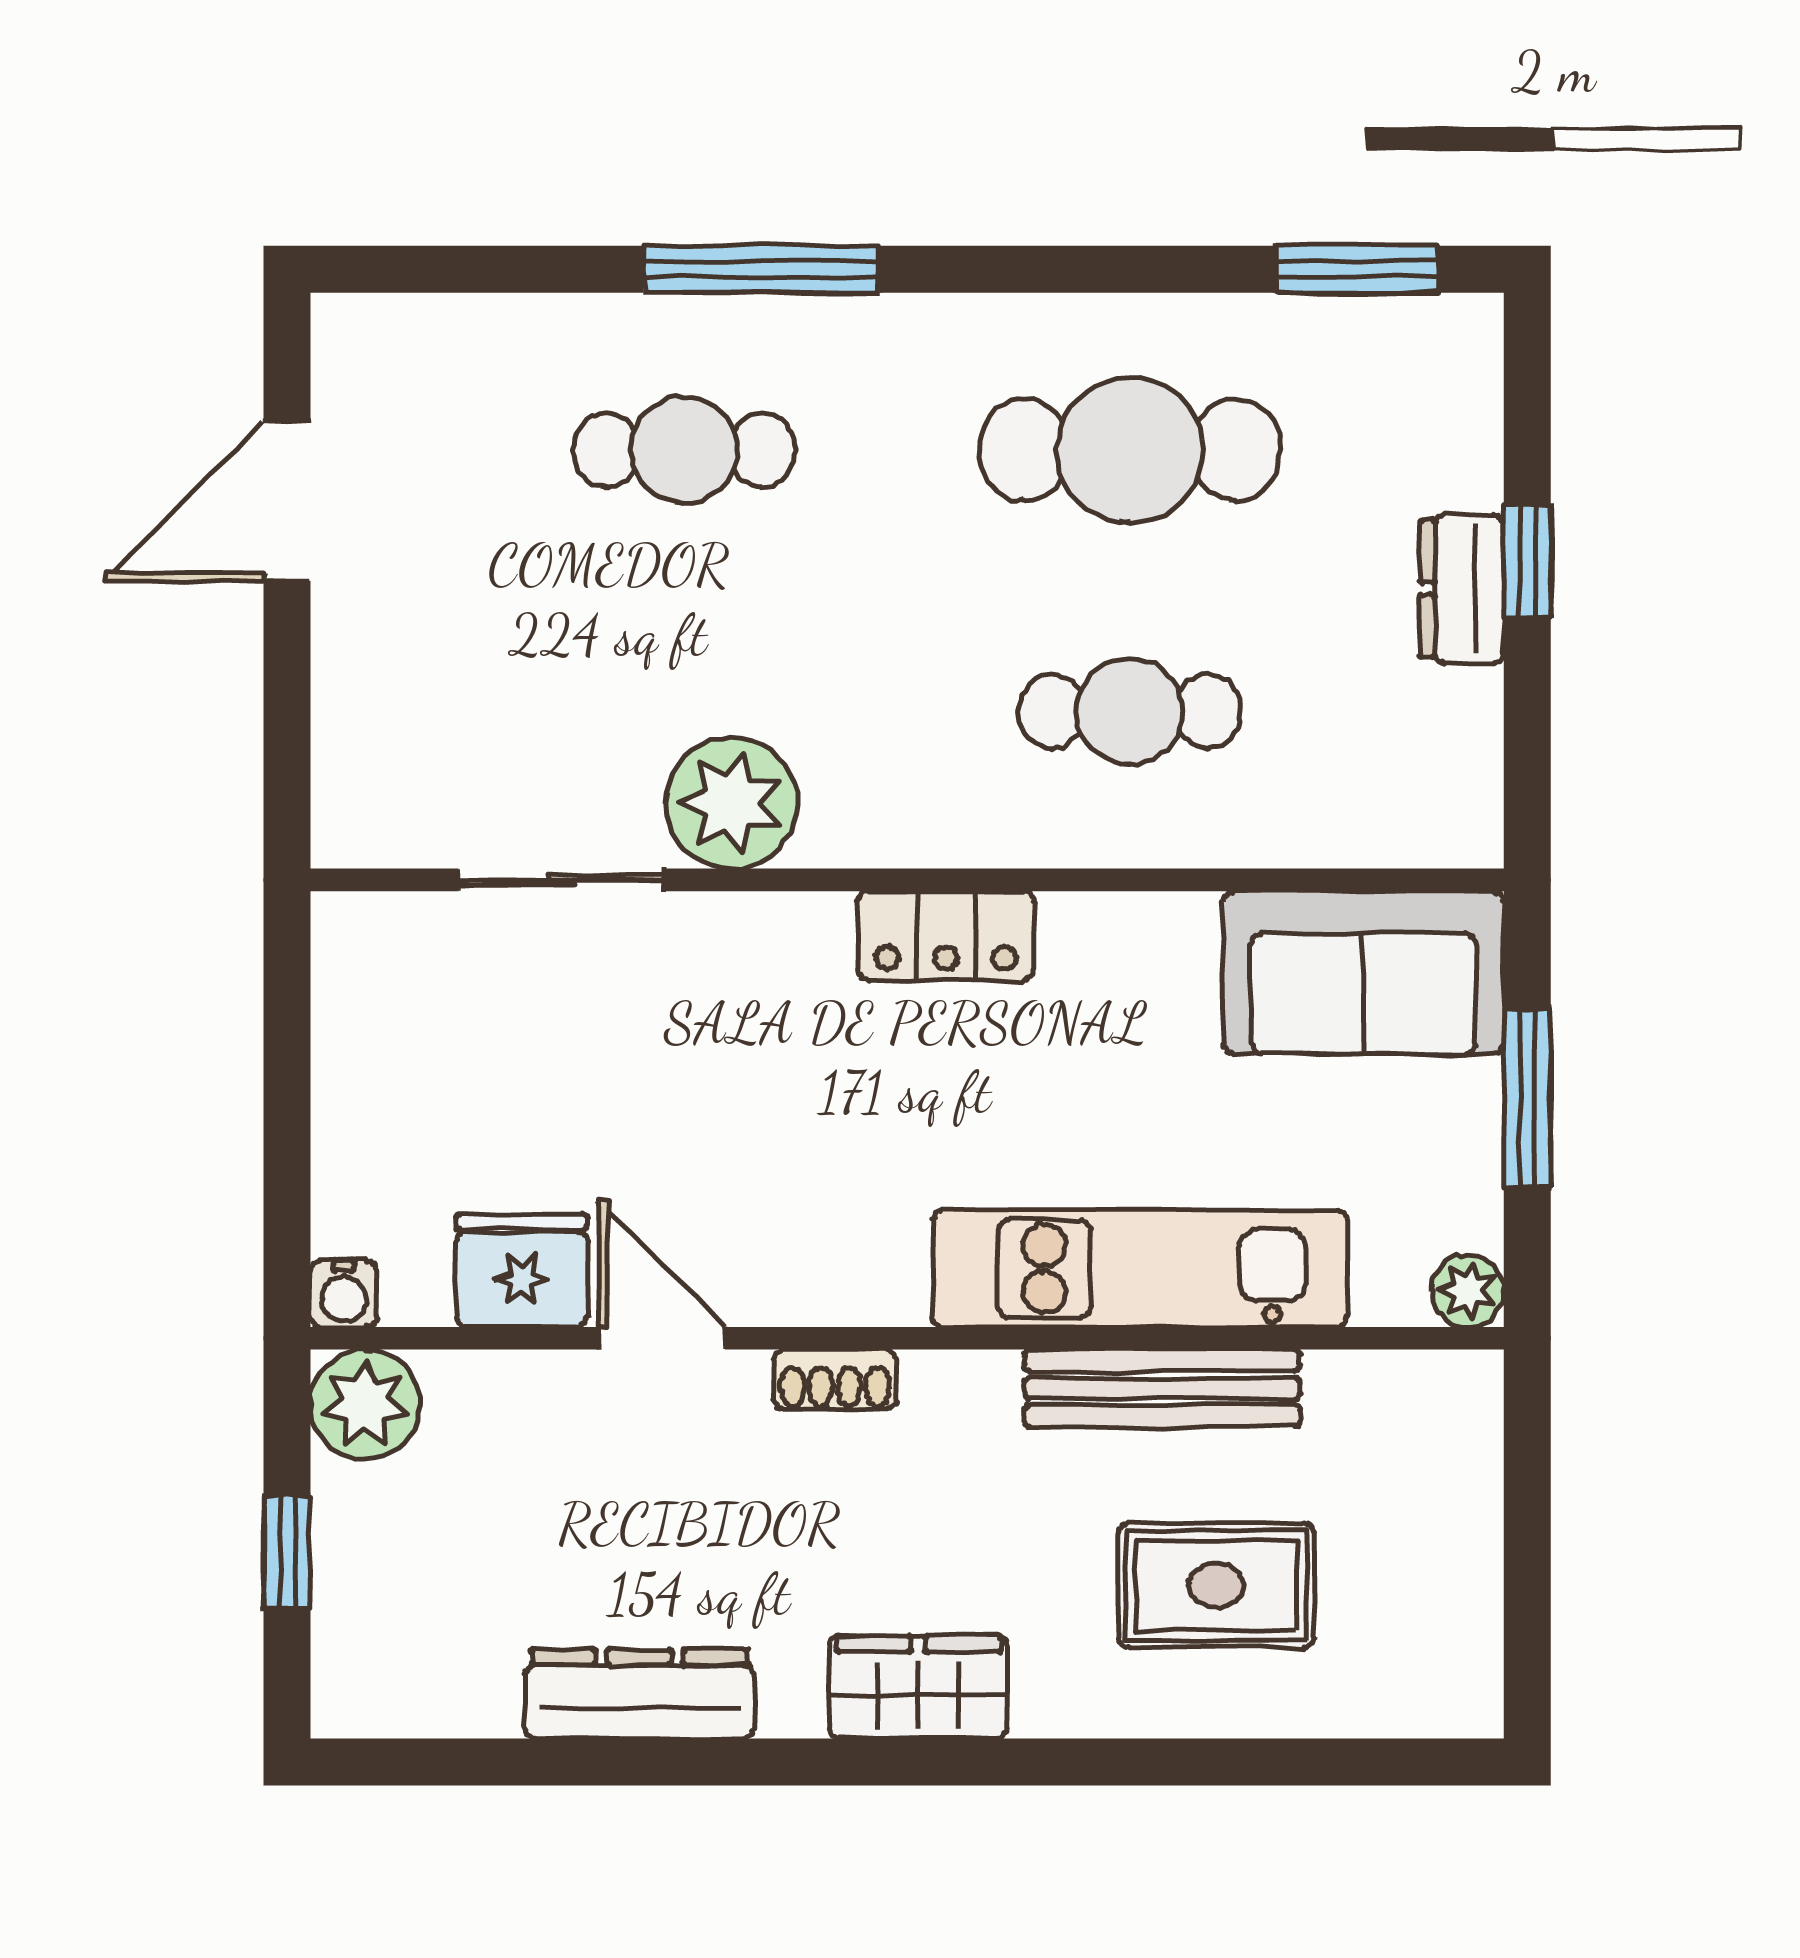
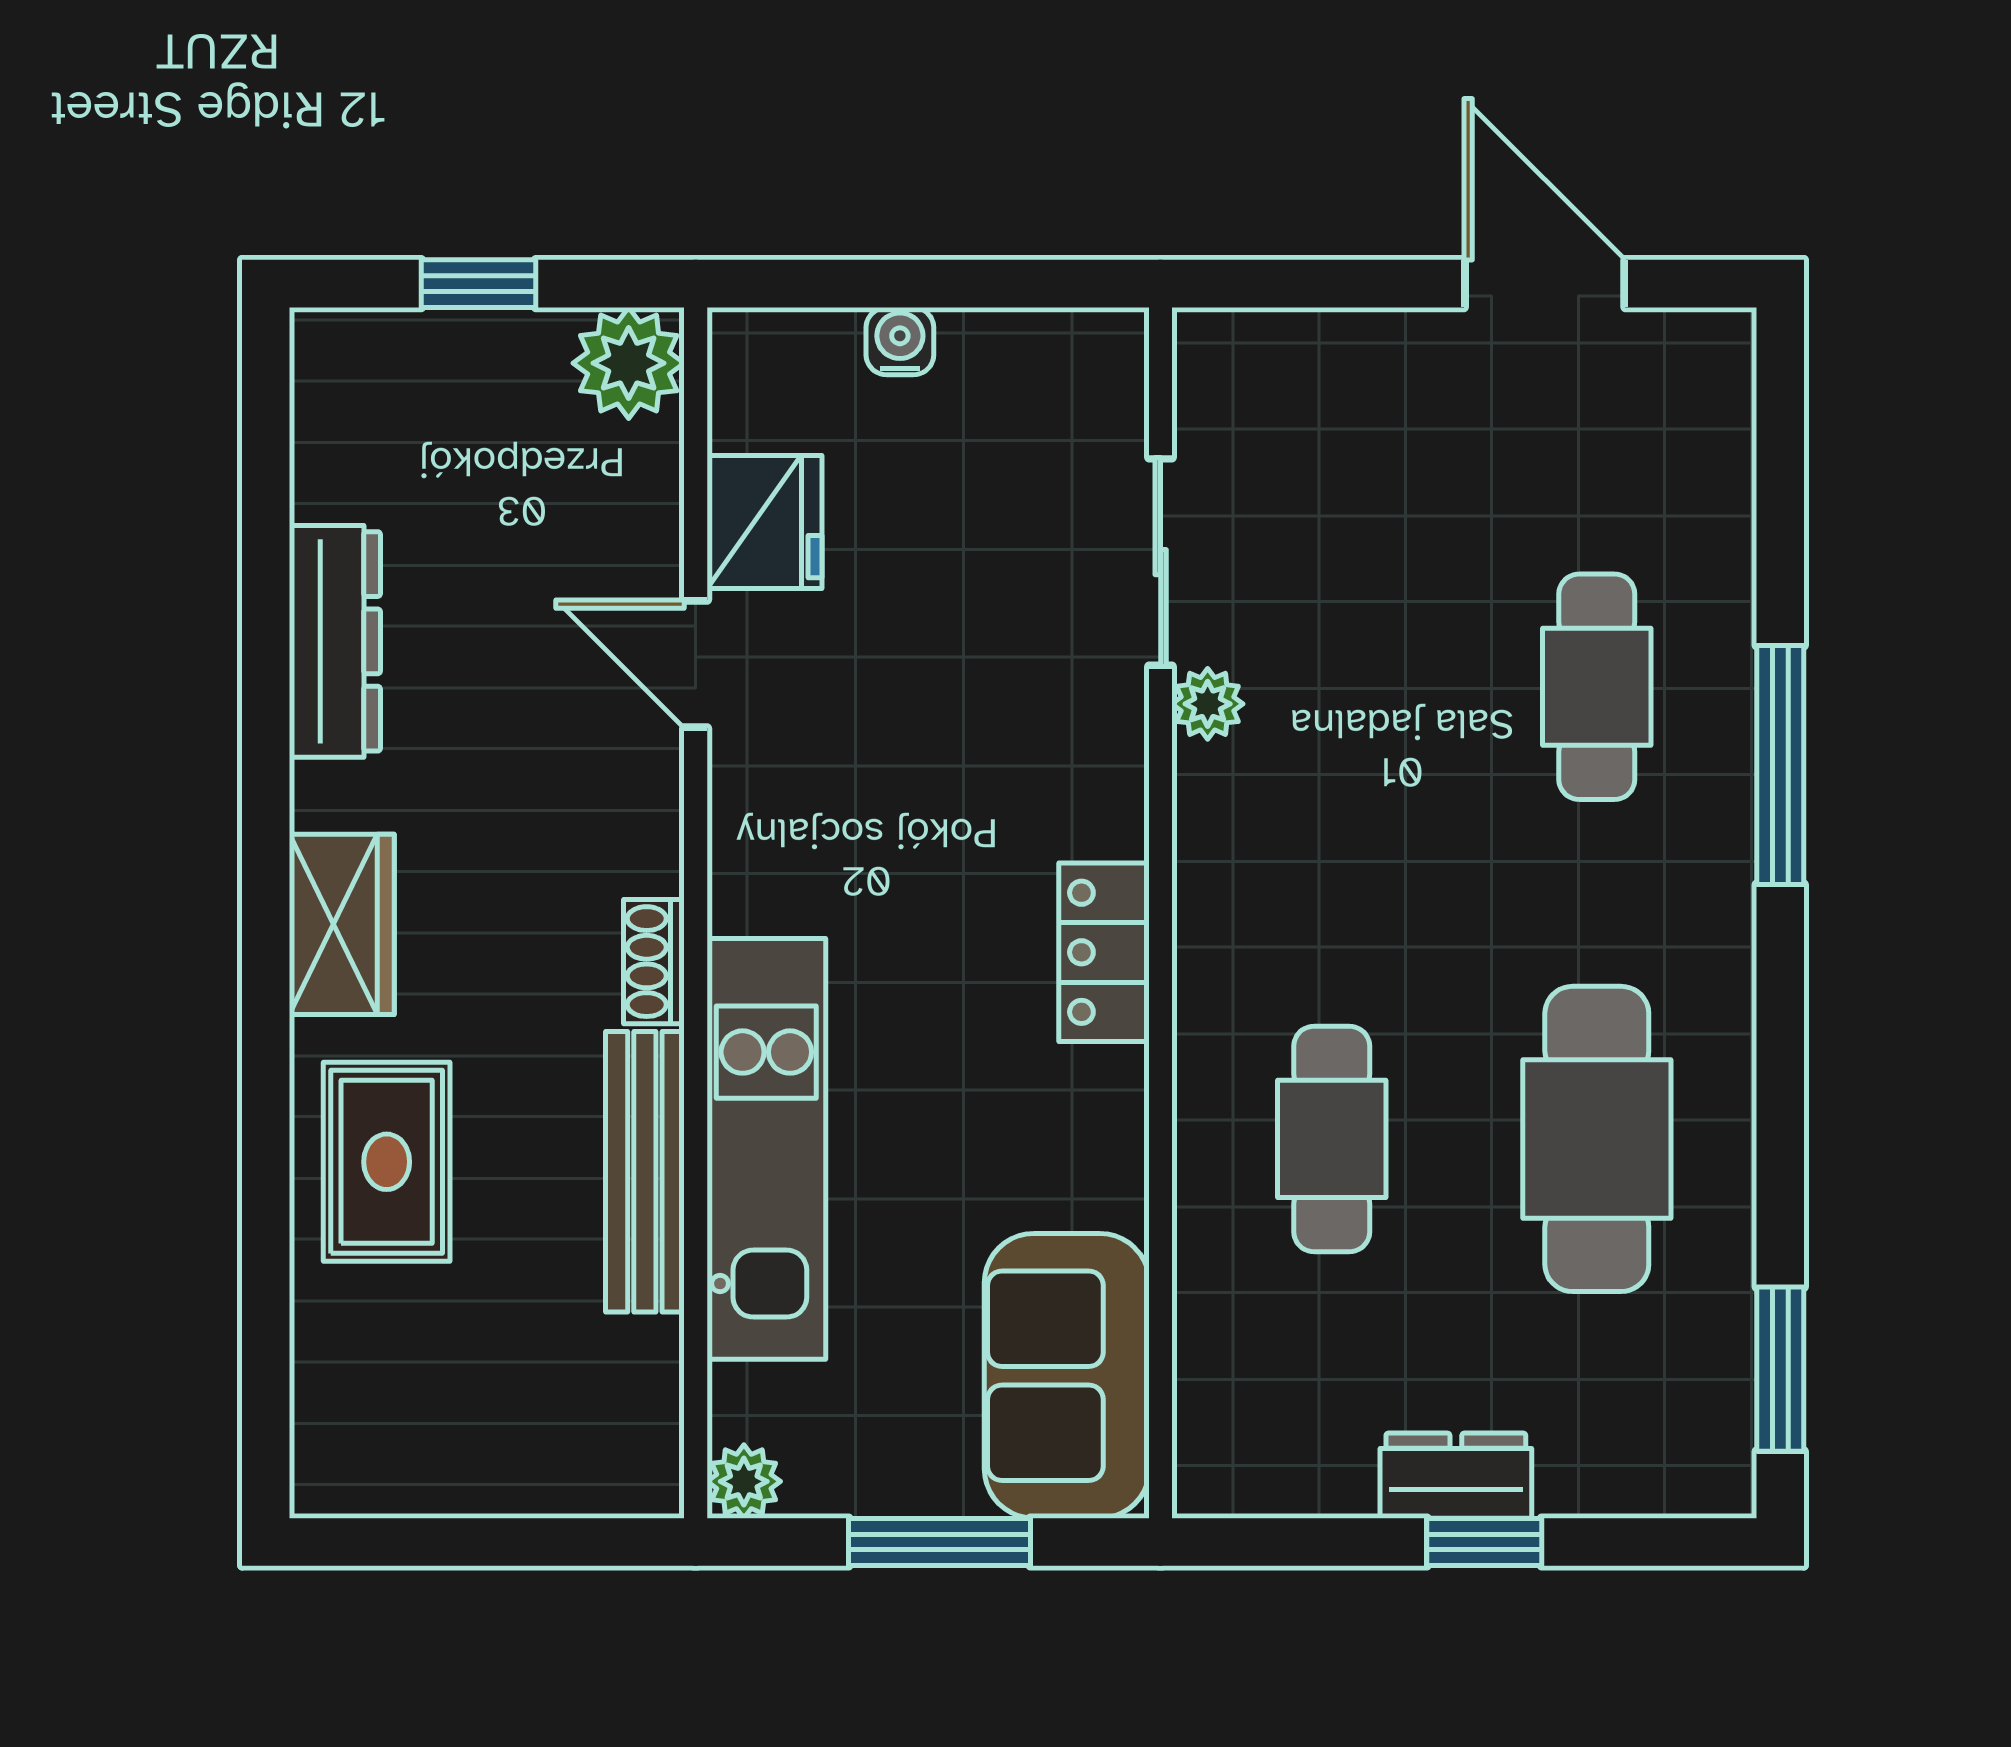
plant: (732, 803) -> (1208, 704), width x0.53, depth x0.53
water cooler: (344, 1294) -> (900, 341), moved, turned 90
door: (662, 1338) -> (696, 664), swing flipped
shoe rack: (835, 1379) -> (654, 962), moved
rug: (1216, 1585) -> (387, 1162), moved

